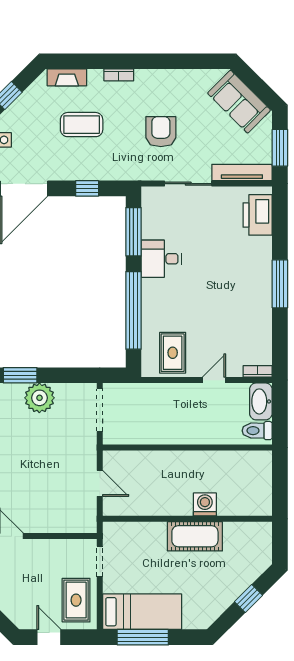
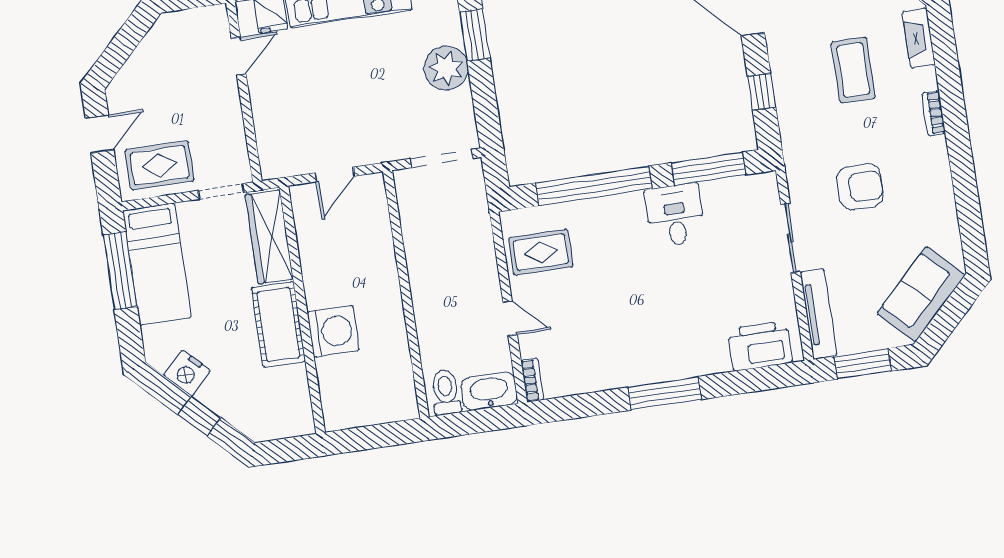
washing machine: (205, 504) -> (333, 331), width x1.37, depth x1.37
wardrobe: (135, 534) -> (269, 237), added
nightstand: (218, 602) -> (187, 373), added

